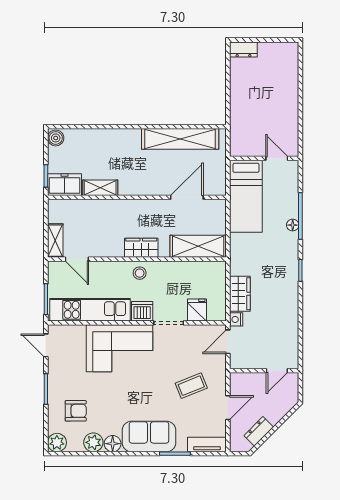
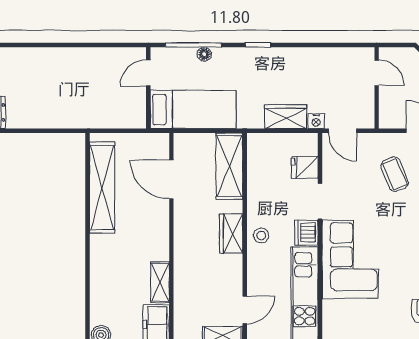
wall: (264, 158) -> (148, 88), moved
door: (277, 158) -> (148, 73), moved
bed: (246, 196) -> (193, 109), moved

